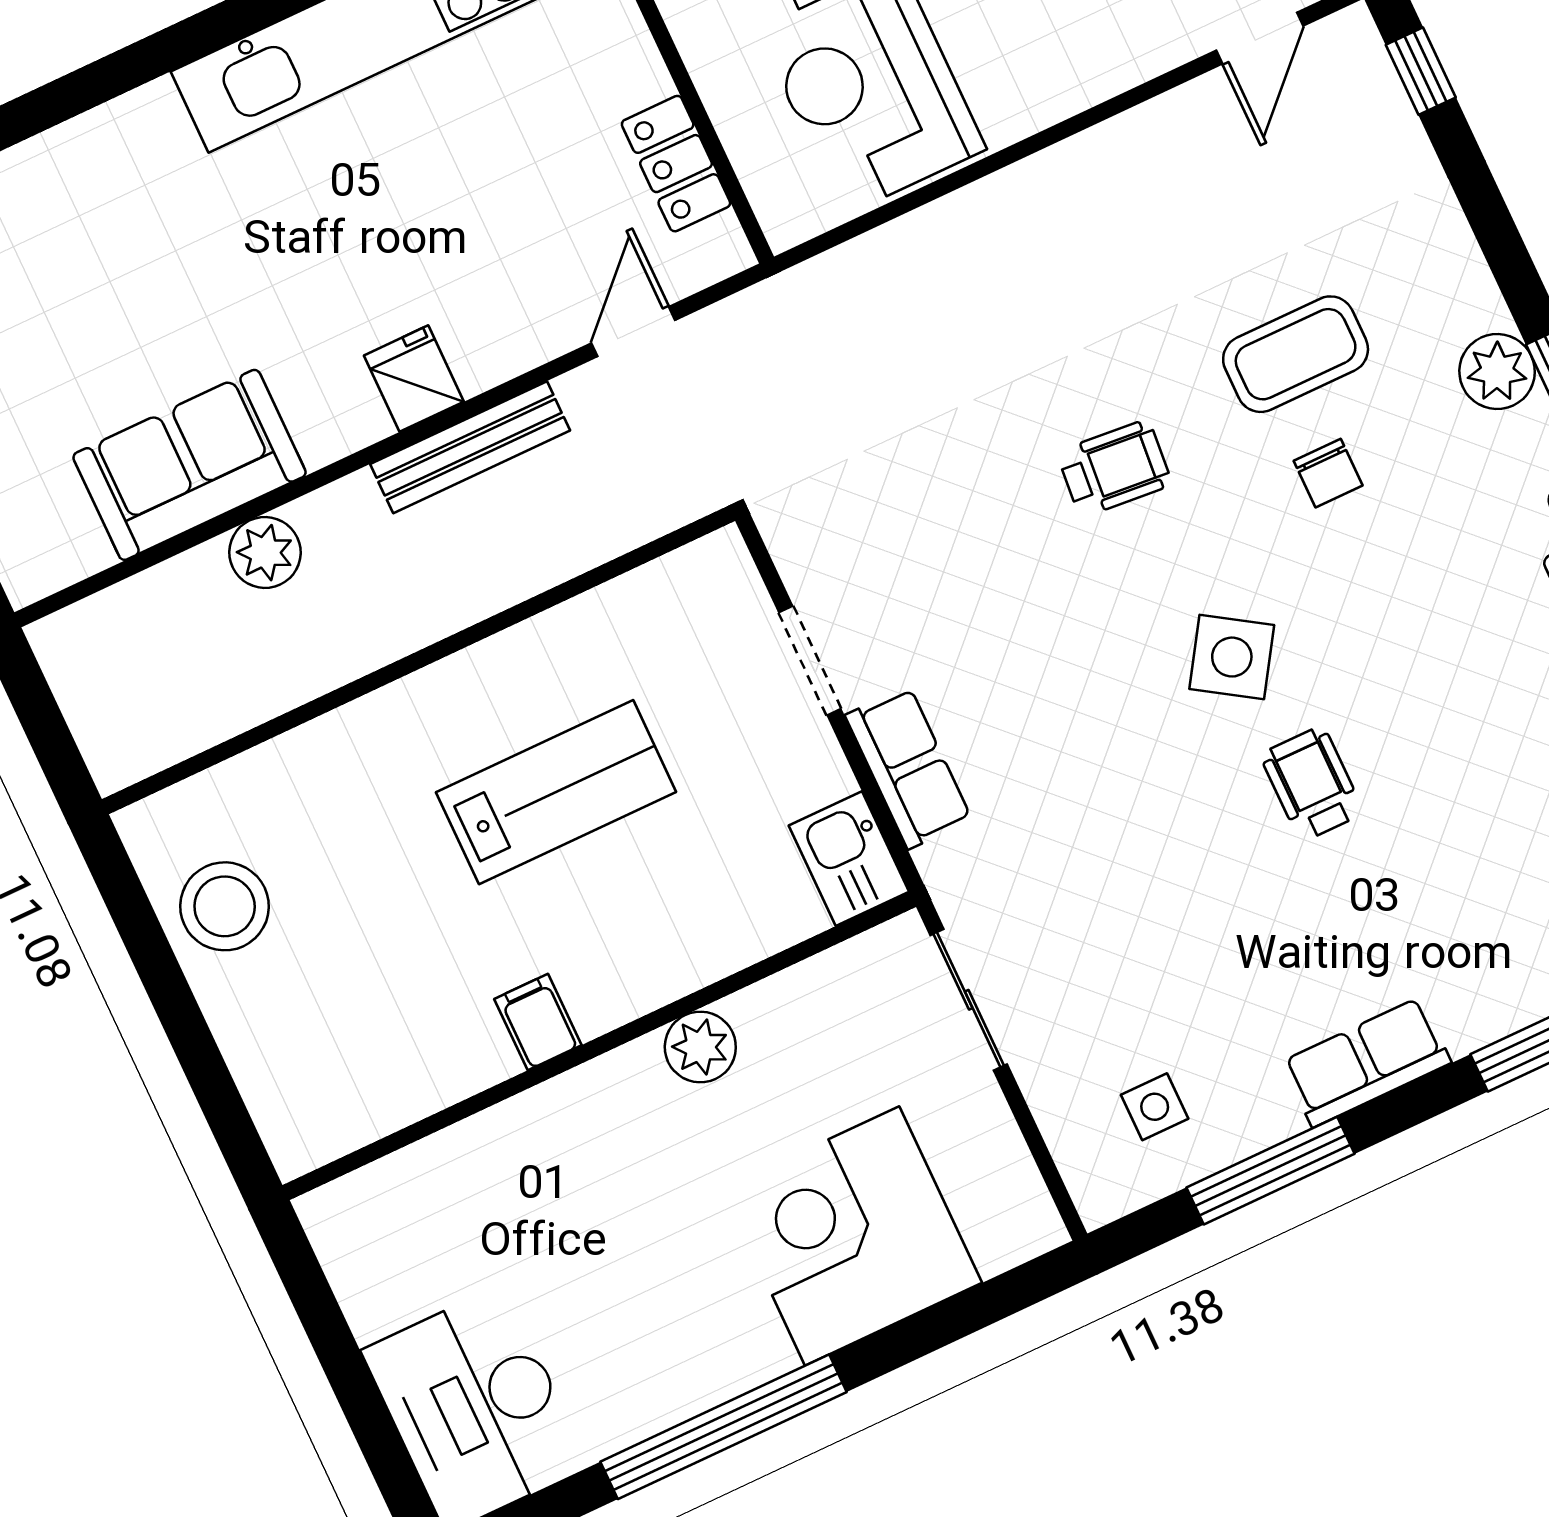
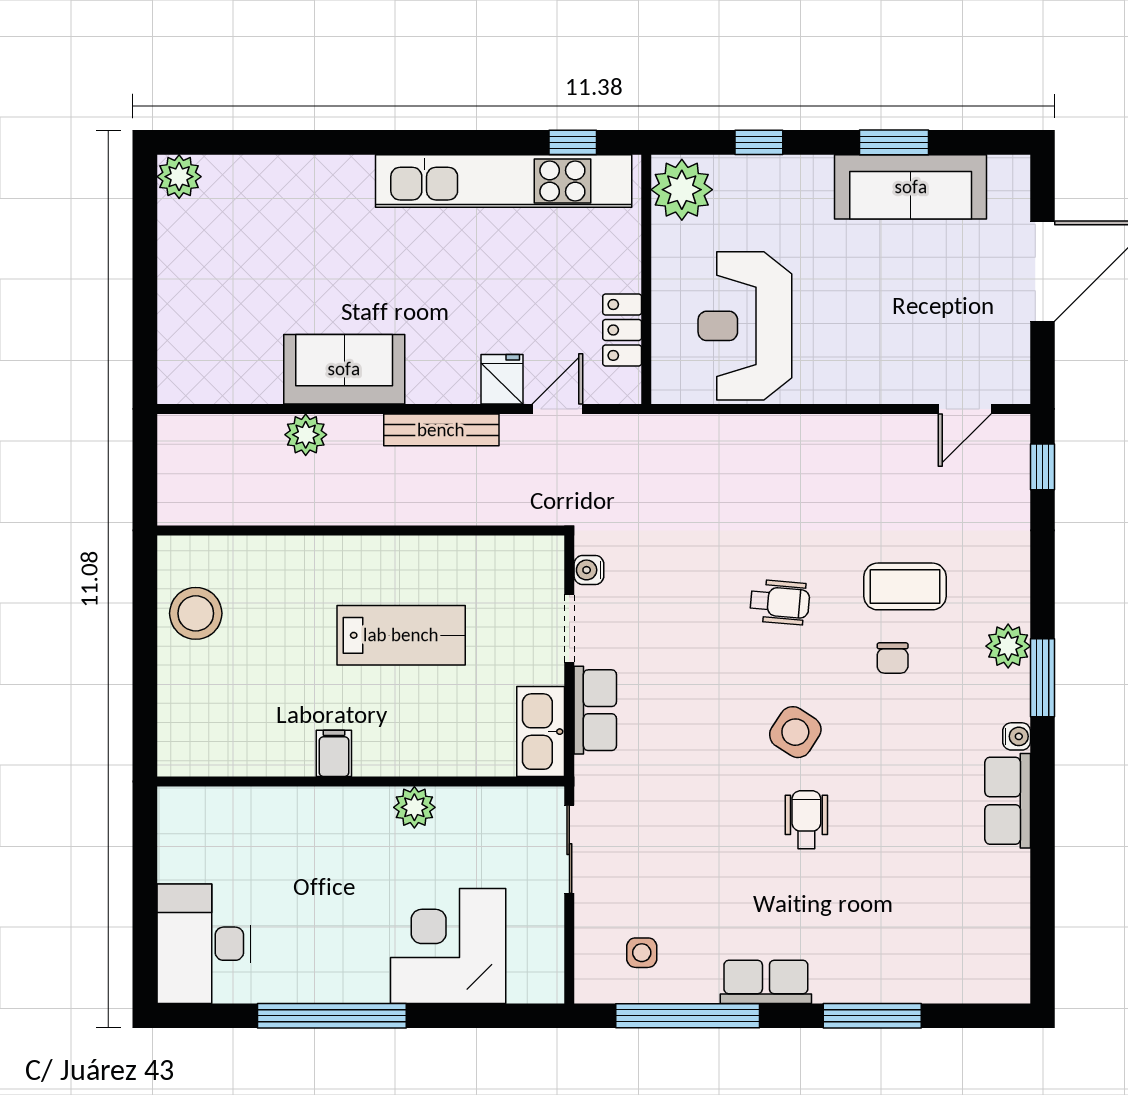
fridge: (414, 379) -> (502, 379), moved
sofa: (190, 465) -> (344, 369), moved
water cooler: (798, 556) -> (589, 570), added
kitchen sink: (849, 859) -> (541, 732), width x1.38
window: (1271, 1171) -> (688, 1016), width x1.46

